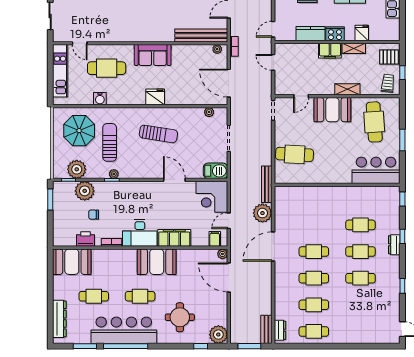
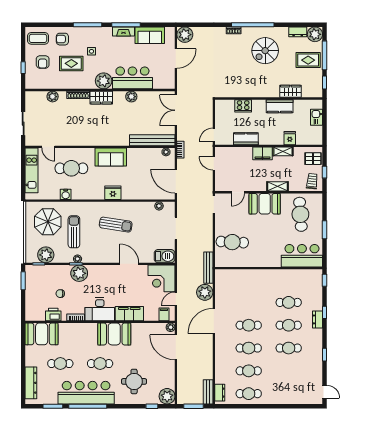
cooker: (335, 34) -> (267, 139), removed
plant: (85, 191) -> (79, 273), moved

